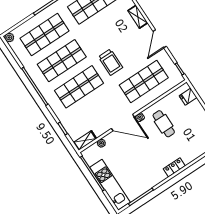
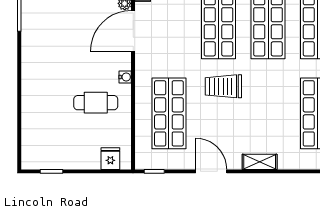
door: (123, 123) -> (133, 31), moved
locker: (174, 167) -> (29, 79), removed

